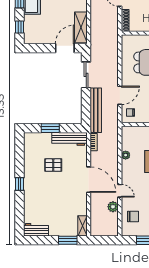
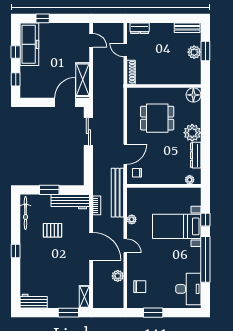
bench: (96, 110) -> (117, 193), moved
bicycle: (29, 149) -> (25, 213), added
door: (120, 191) -> (125, 246), moved

